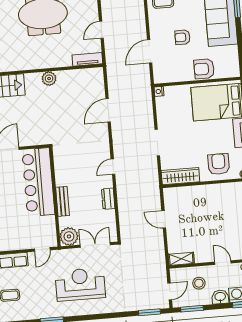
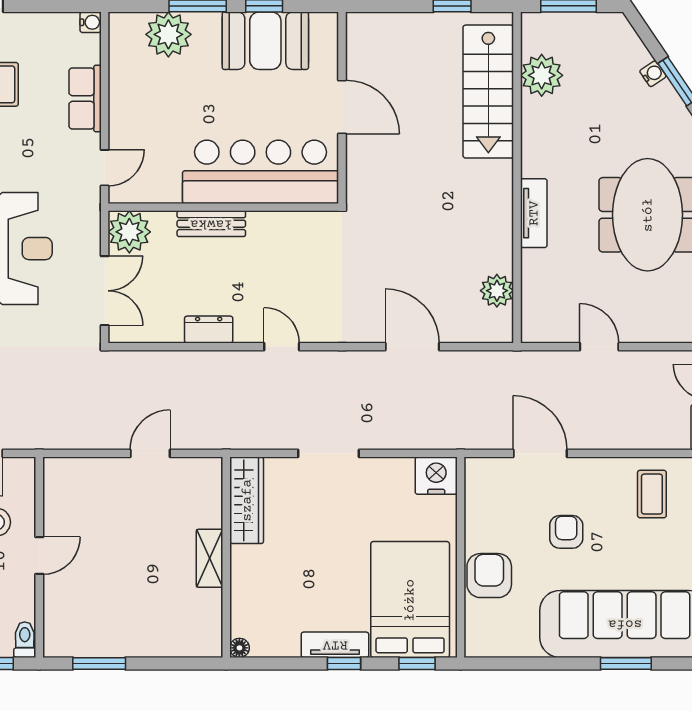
tv unit: (87, 59) -> (534, 213), moved
plant: (49, 79) -> (497, 291), moved
nightstand: (159, 91) -> (436, 476), width x1.89, depth x1.79
armchair: (219, 164) -> (267, 591), removed
door: (42, 249) -> (105, 168), swing flipped
shelving: (181, 259) -> (210, 558), moved
door: (223, 263) -> (39, 555), moved

